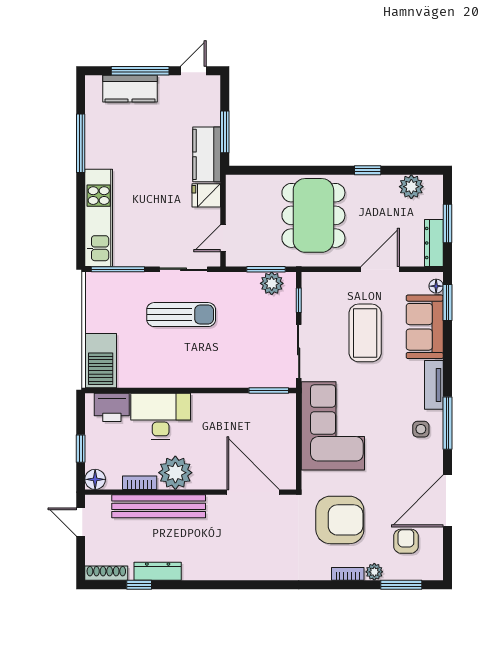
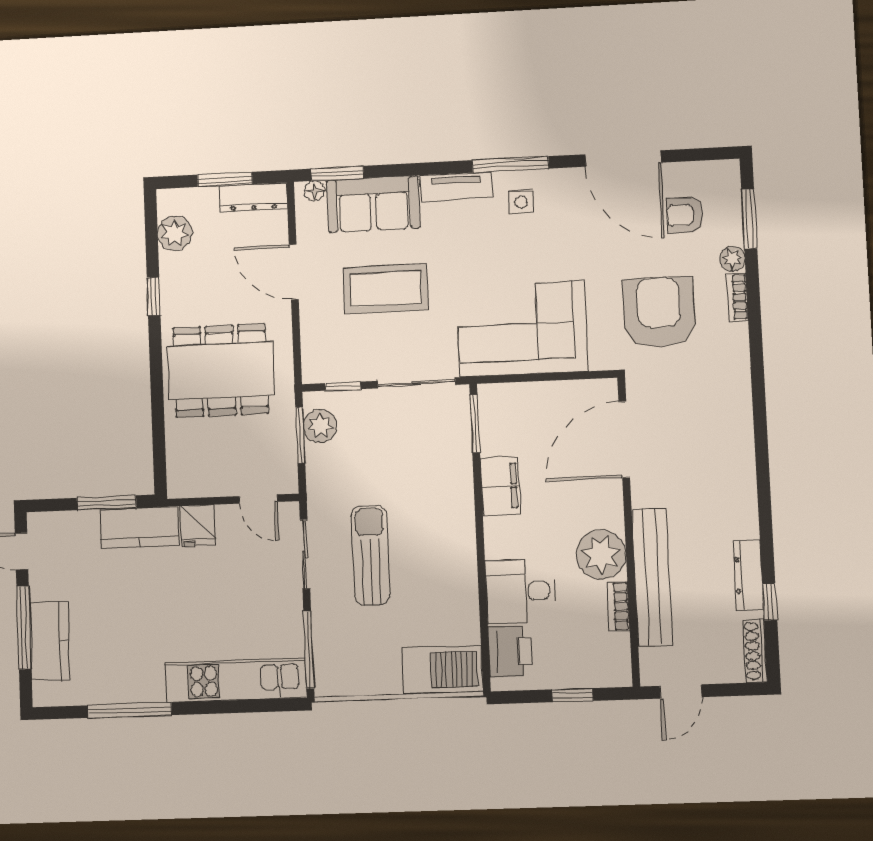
filing cabinet: (225, 406) -> (500, 486), added
desk: (161, 416) -> (520, 591), width x0.73
floor lamp: (95, 479) -> (617, 672), removed

